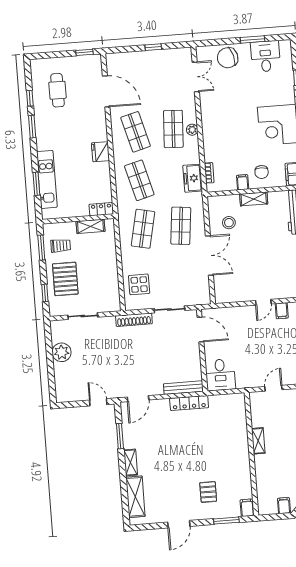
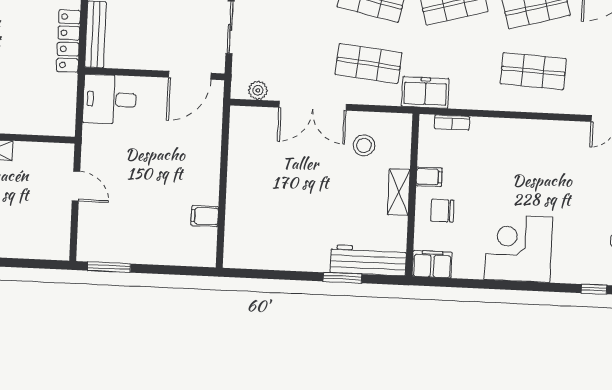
plant: (192, 130) -> (258, 90), moved
freezer: (193, 178) -> (425, 92), moved
door: (263, 302) -> (223, 187), removed

